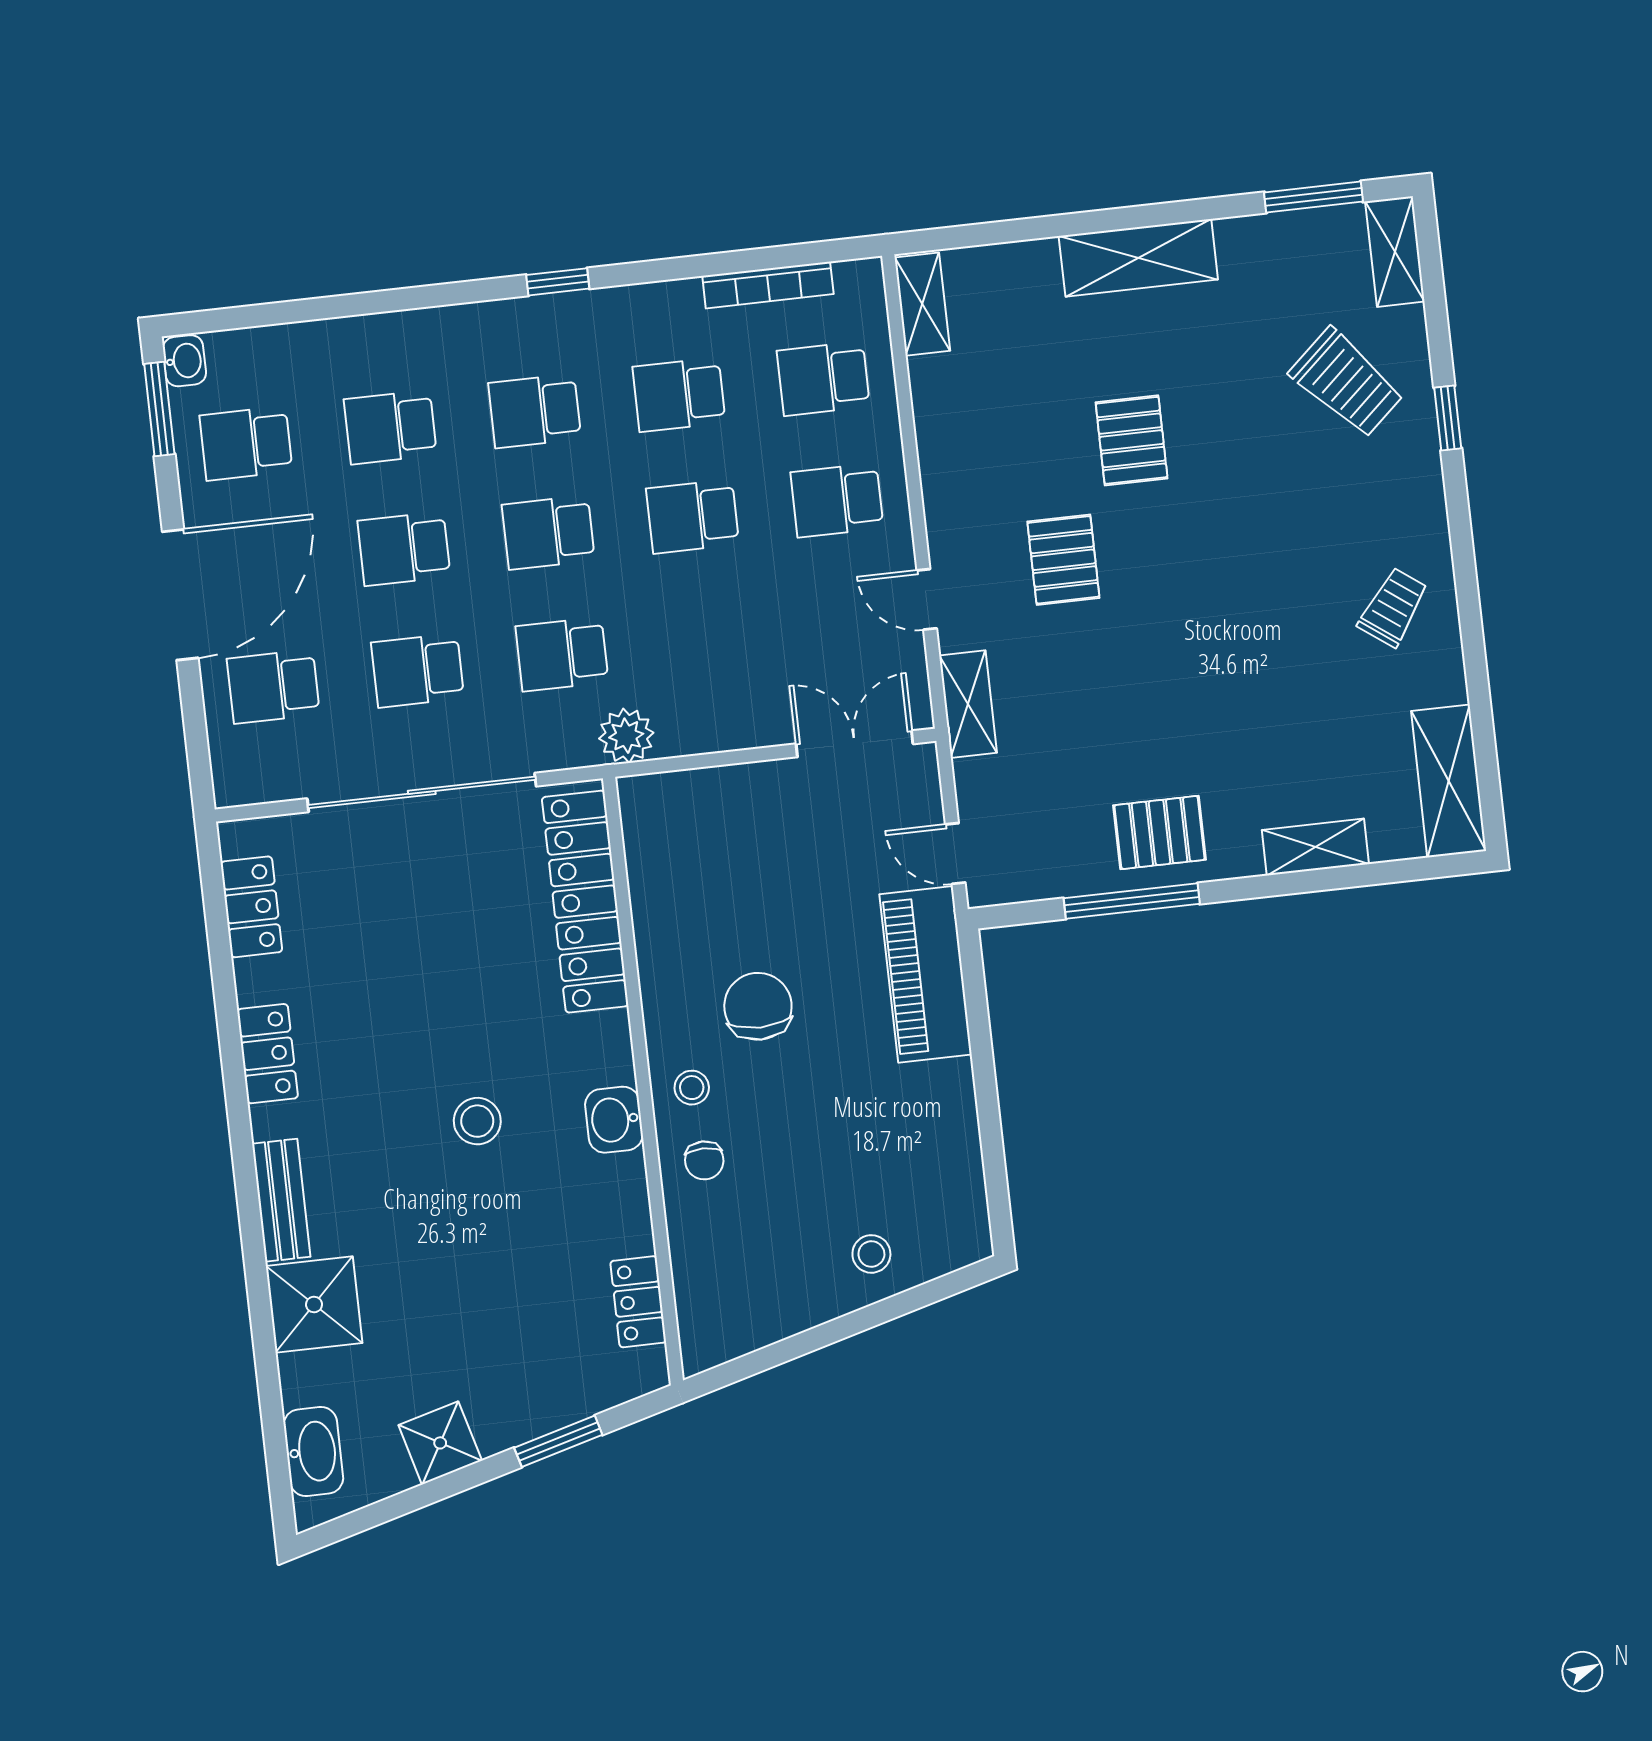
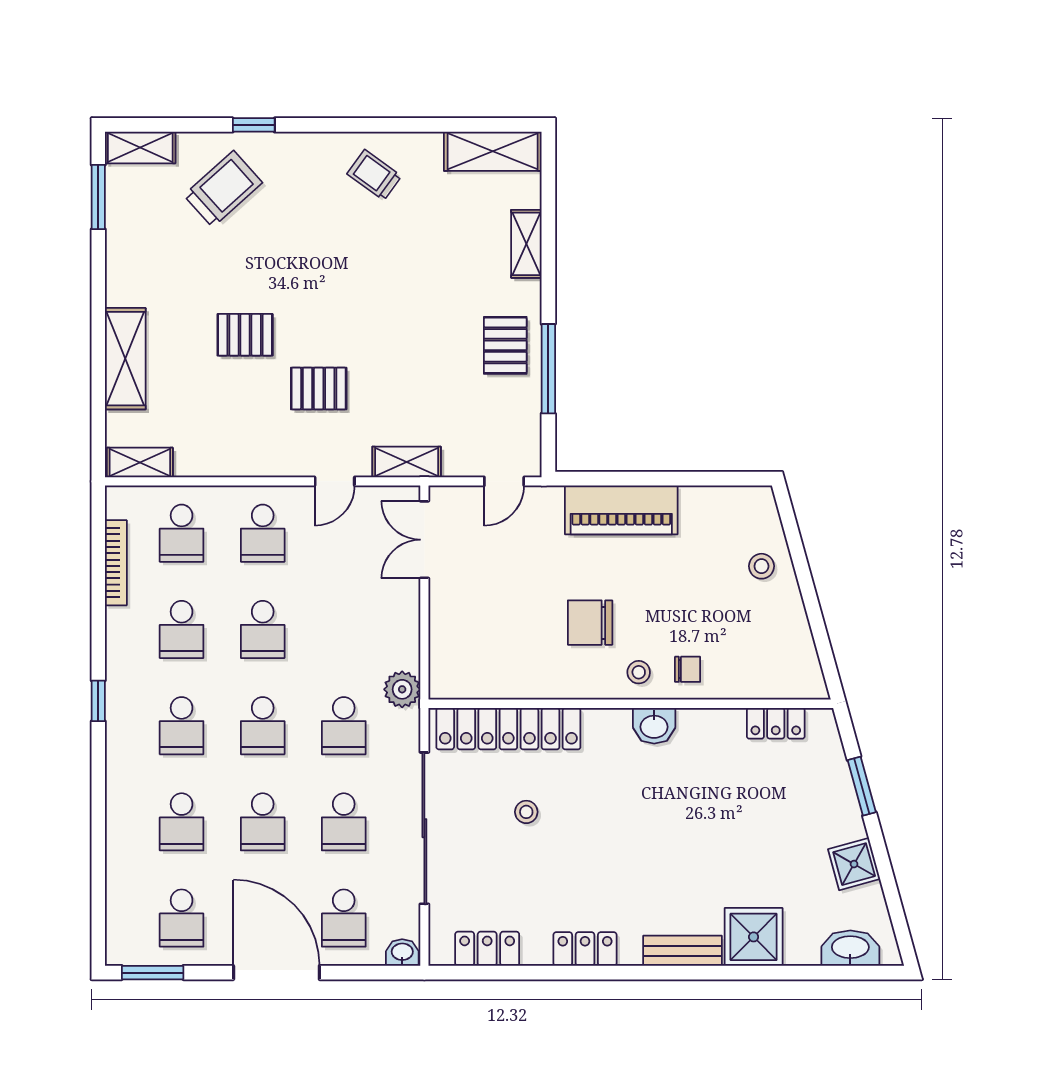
shelving: (1138, 258) -> (125, 359), moved
washbasin: (184, 361) -> (402, 953), moved
piano: (926, 974) -> (621, 510), moved
stool: (477, 1121) -> (526, 812), moved, width x0.73, depth x0.73

